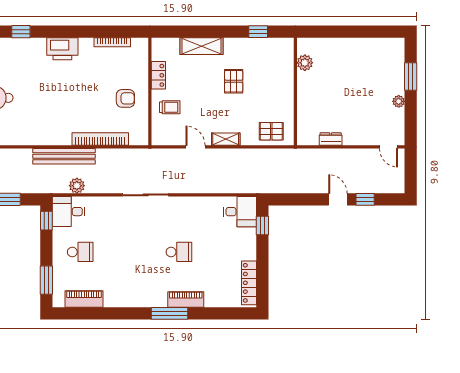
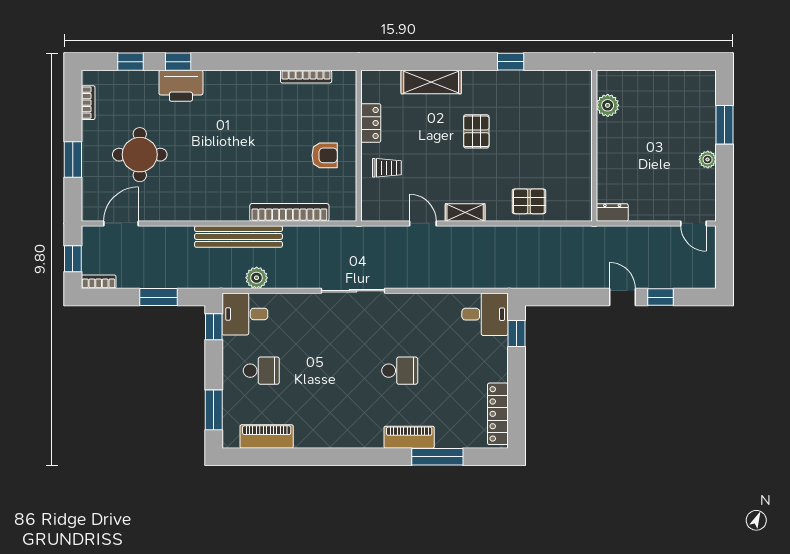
printer: (62, 49) -> (181, 86), moved
plant: (305, 63) -> (608, 105), moved
wall: (295, 92) -> (594, 146), moved
window: (169, 313) -> (437, 457), moved

